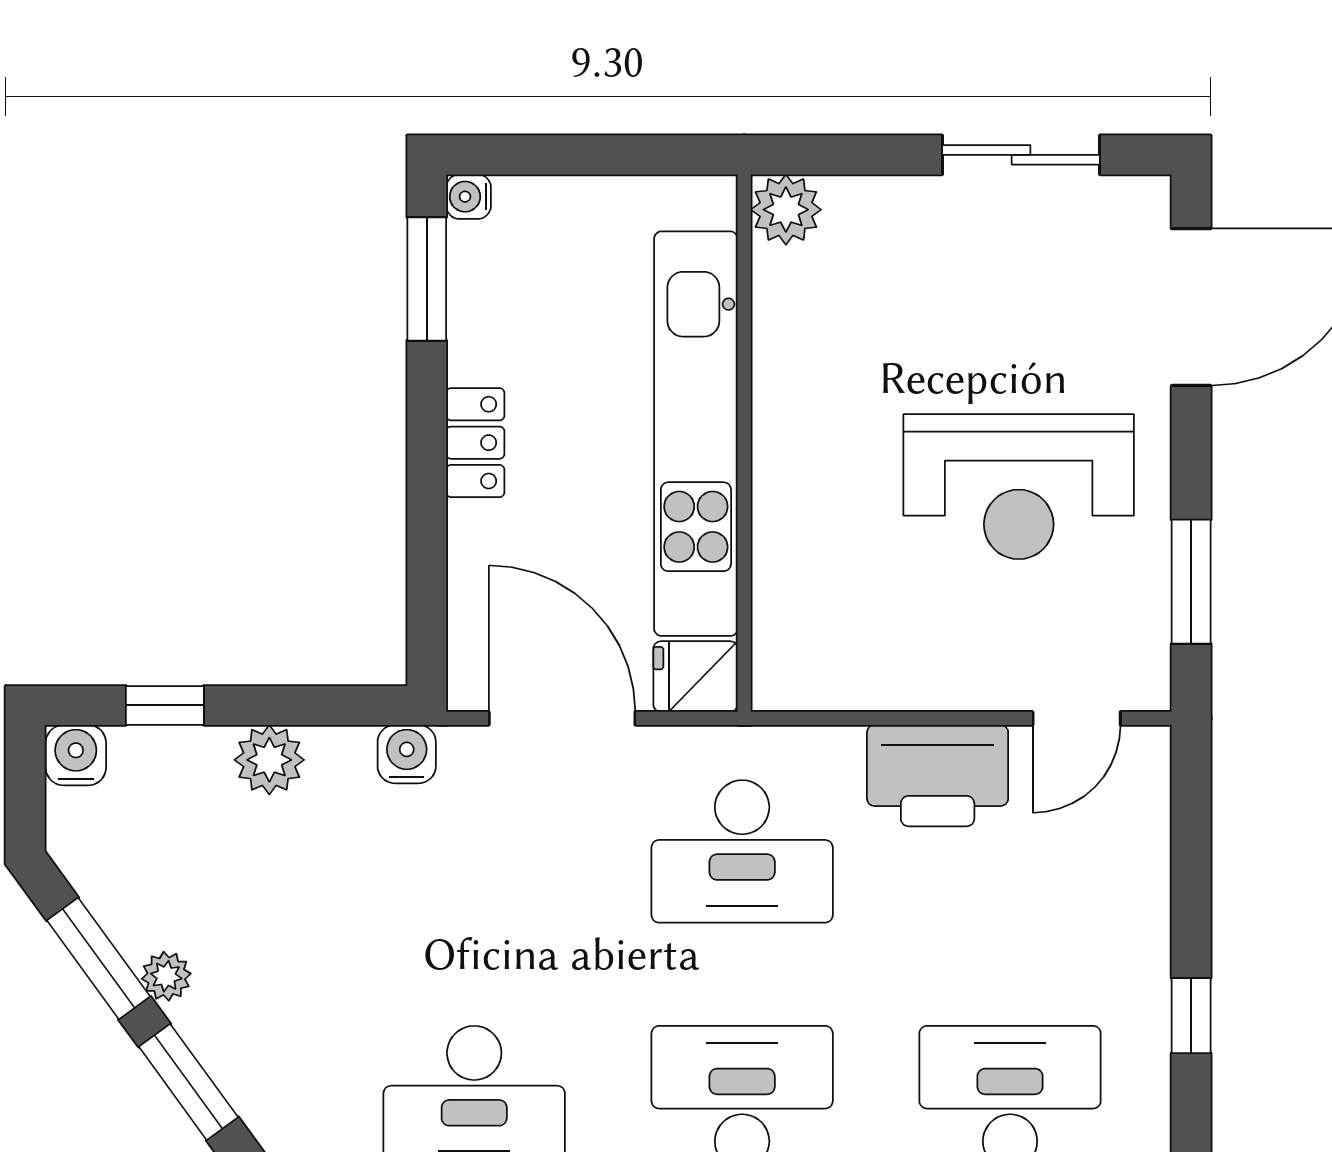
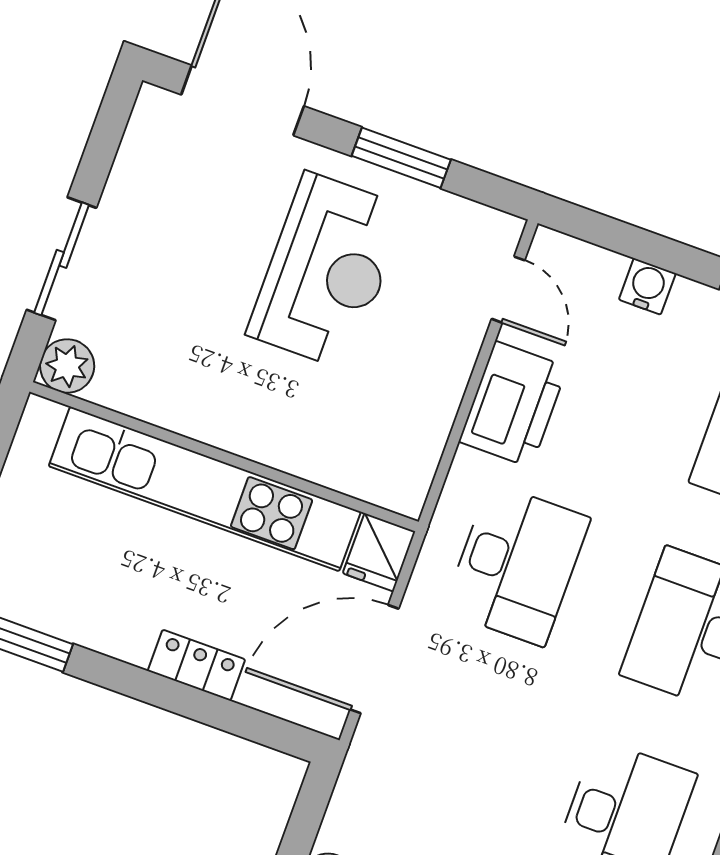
sliding door: (1021, 155) -> (62, 259), moved
locker: (475, 443) -> (196, 665), moved
window: (1191, 582) -> (401, 158), moved
water cooler: (407, 754) -> (647, 286), moved, turned 90

